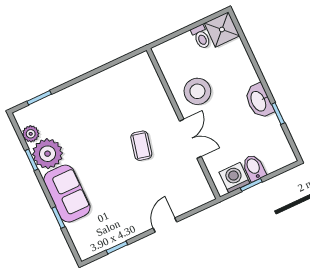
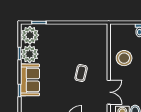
plant: (31, 134) -> (30, 35), width x1.88, depth x1.88
double door: (190, 139) -> (109, 92), moved

